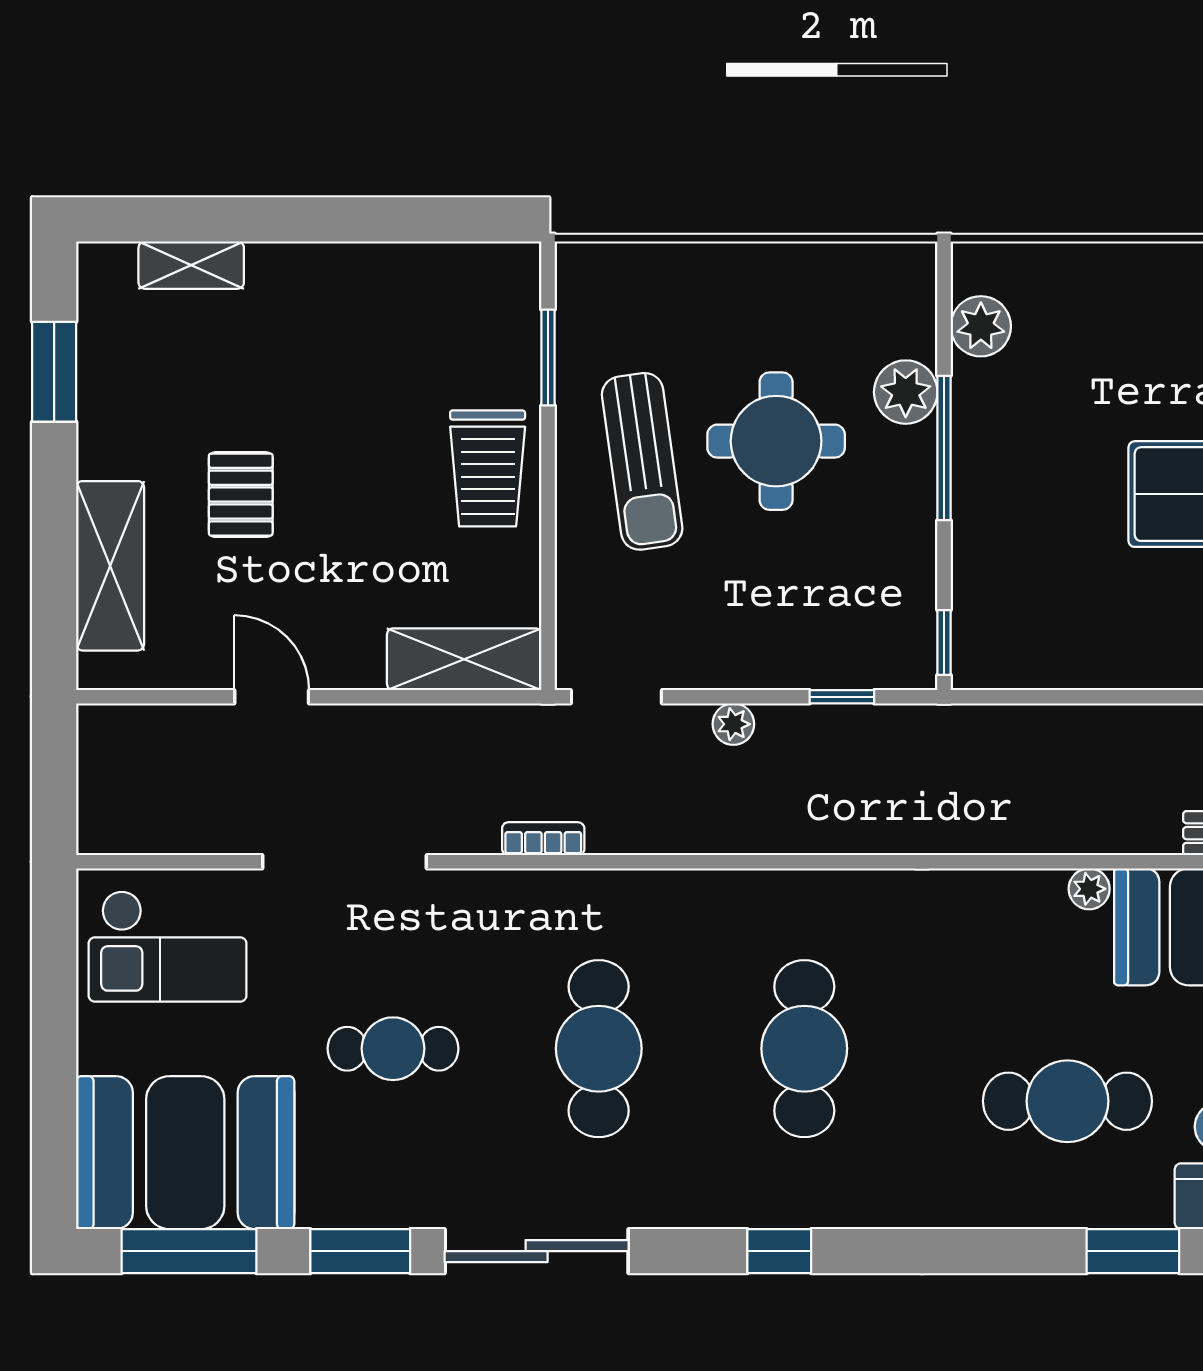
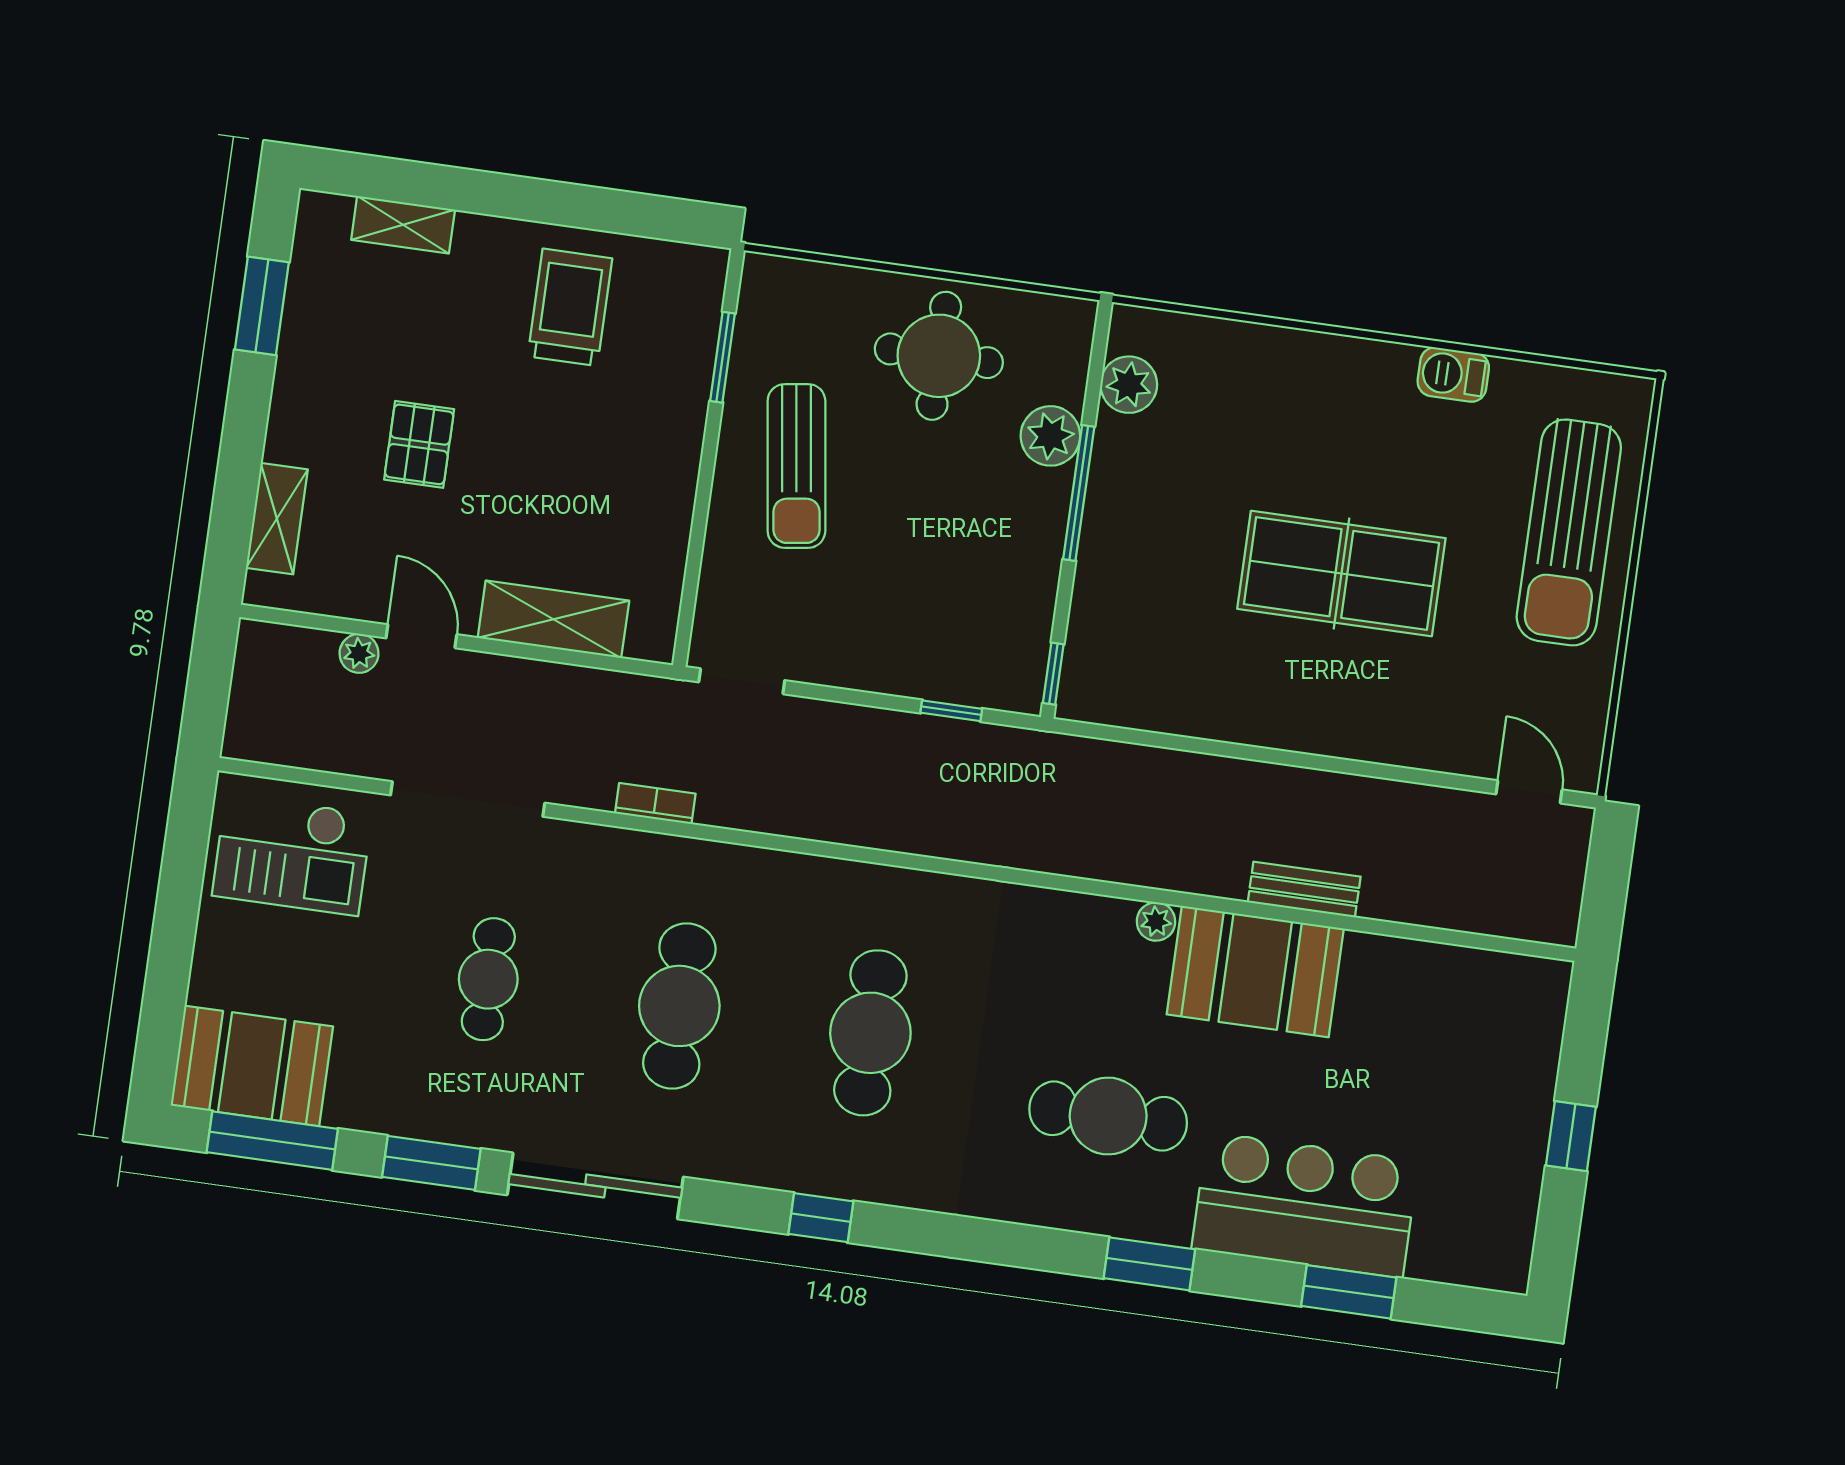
round table: (776, 441) -> (939, 356), moved
trolley: (488, 468) -> (570, 307), moved, turned 180
shelving: (110, 566) -> (277, 519), width x0.67, depth x0.75
shelving: (464, 659) -> (553, 619), moved
plant: (733, 724) -> (359, 653), moved
cafe table: (393, 1049) -> (488, 979), turned 90
booth: (185, 1153) -> (252, 1066), width x0.73, depth x0.70

